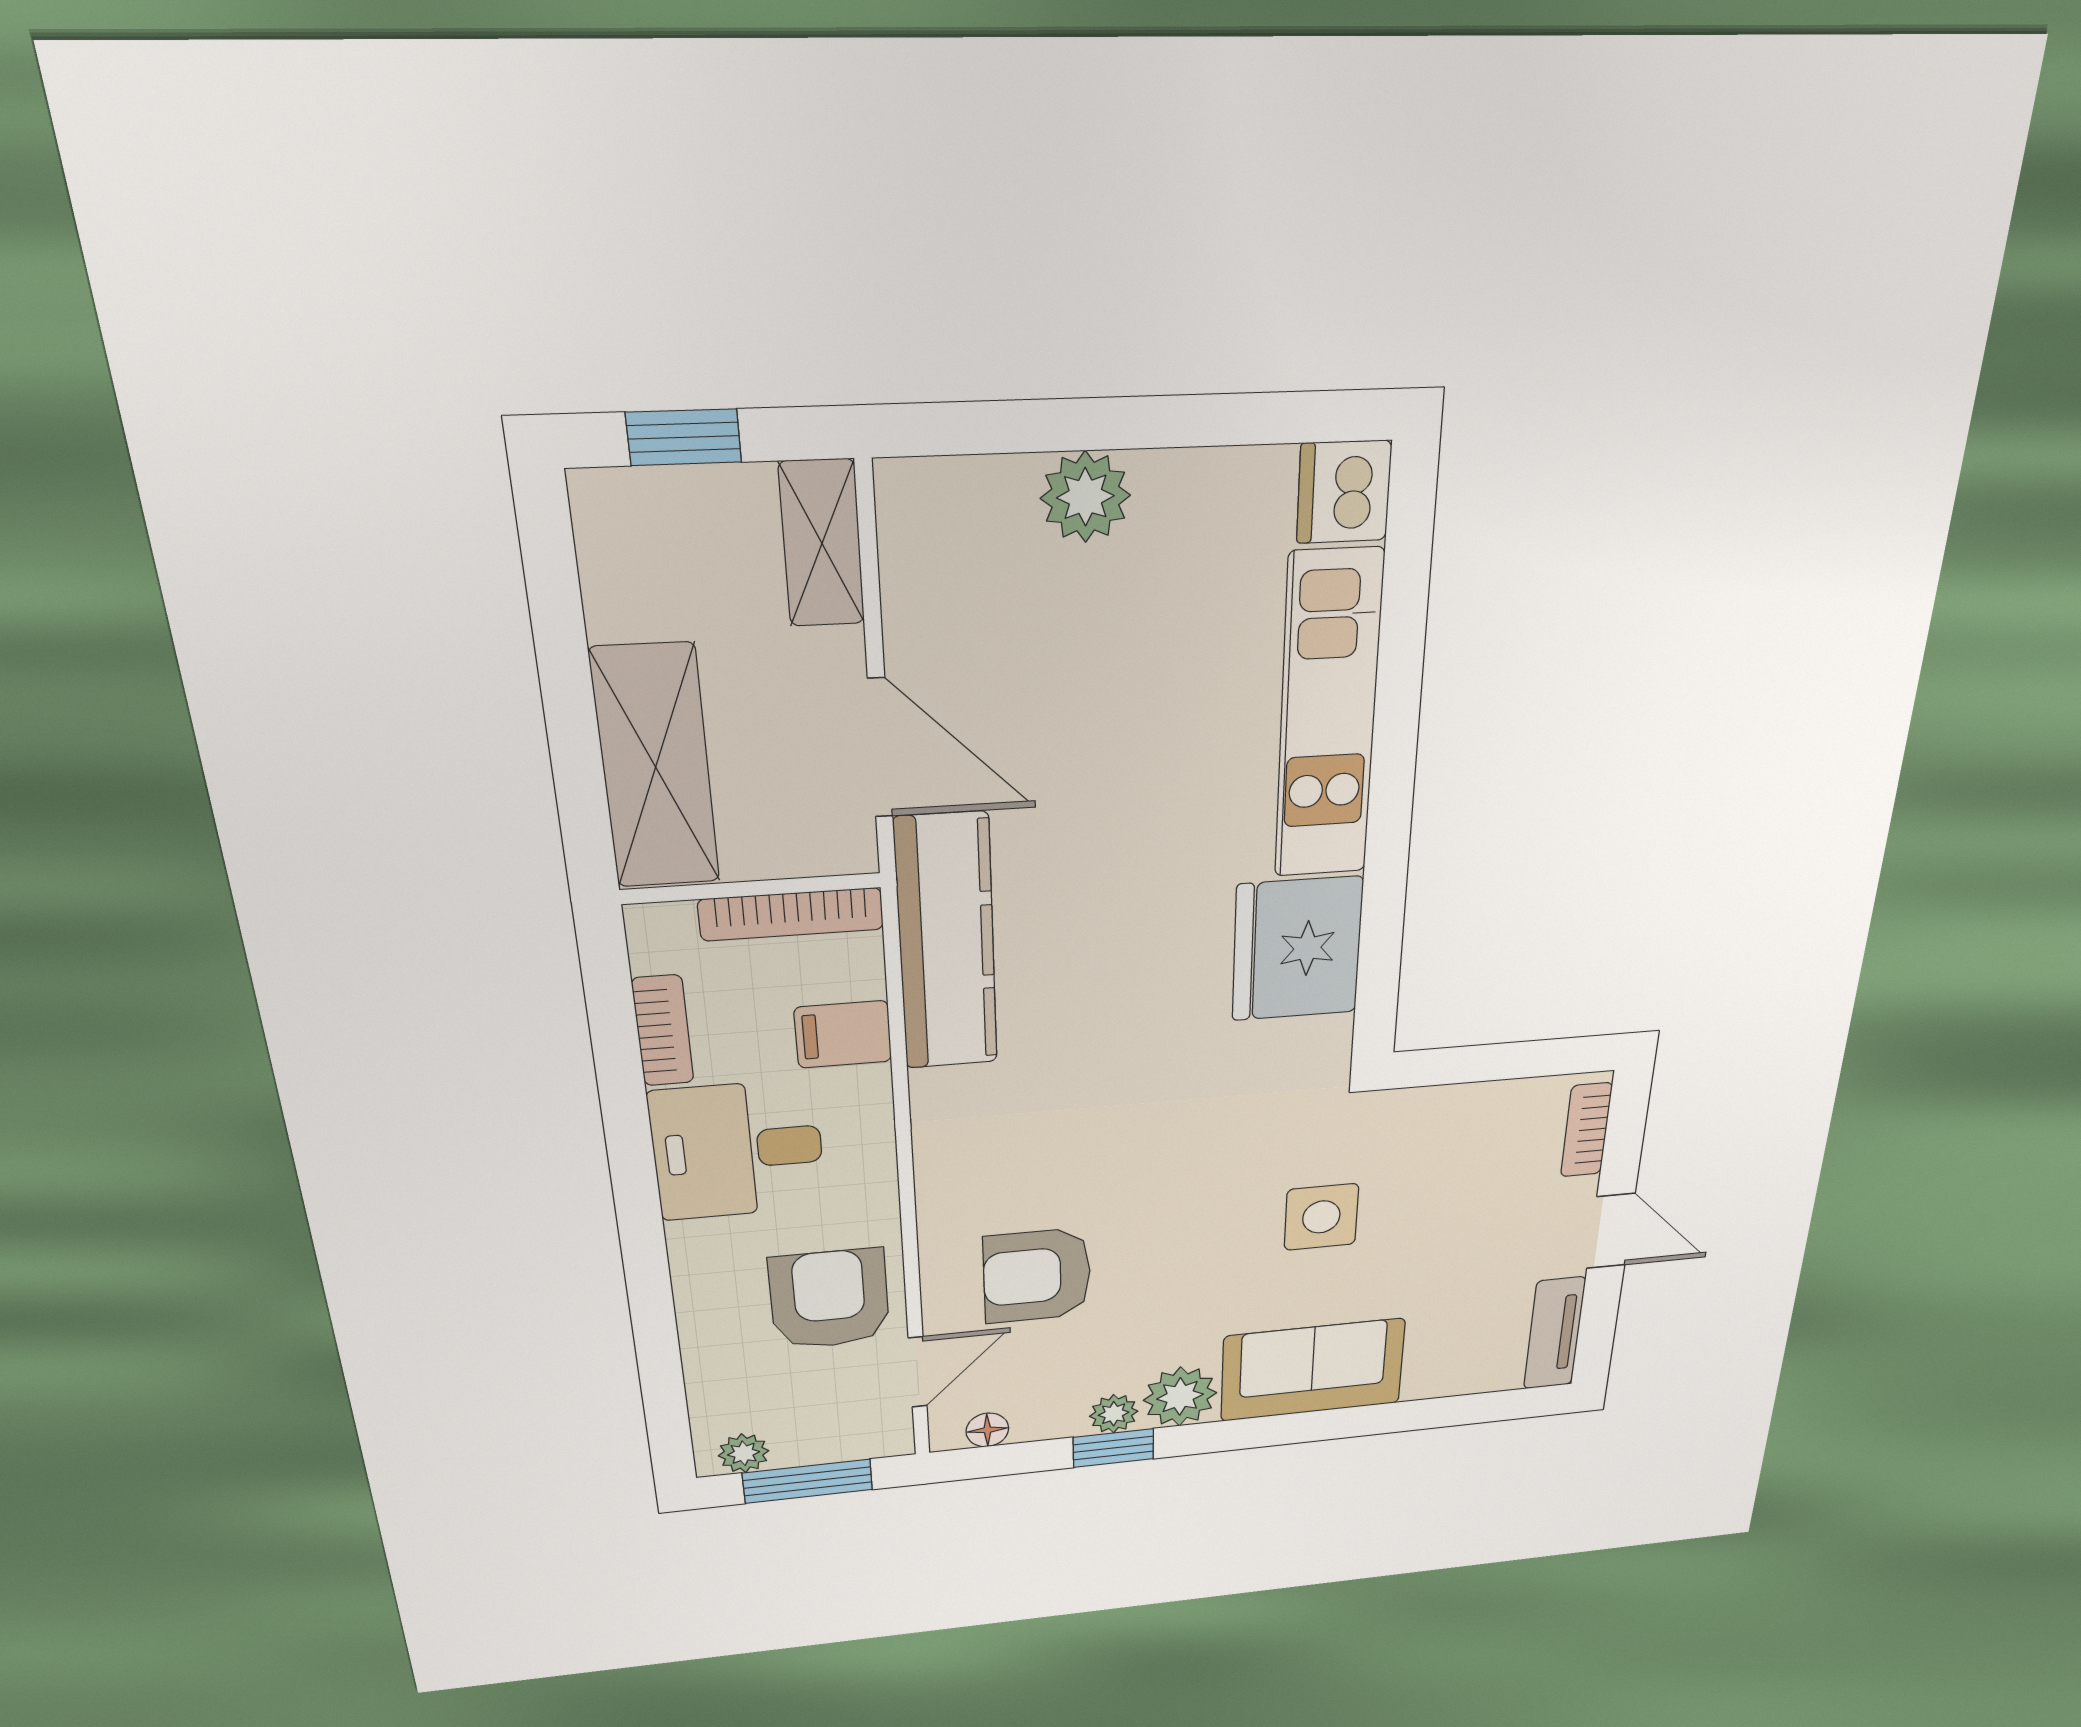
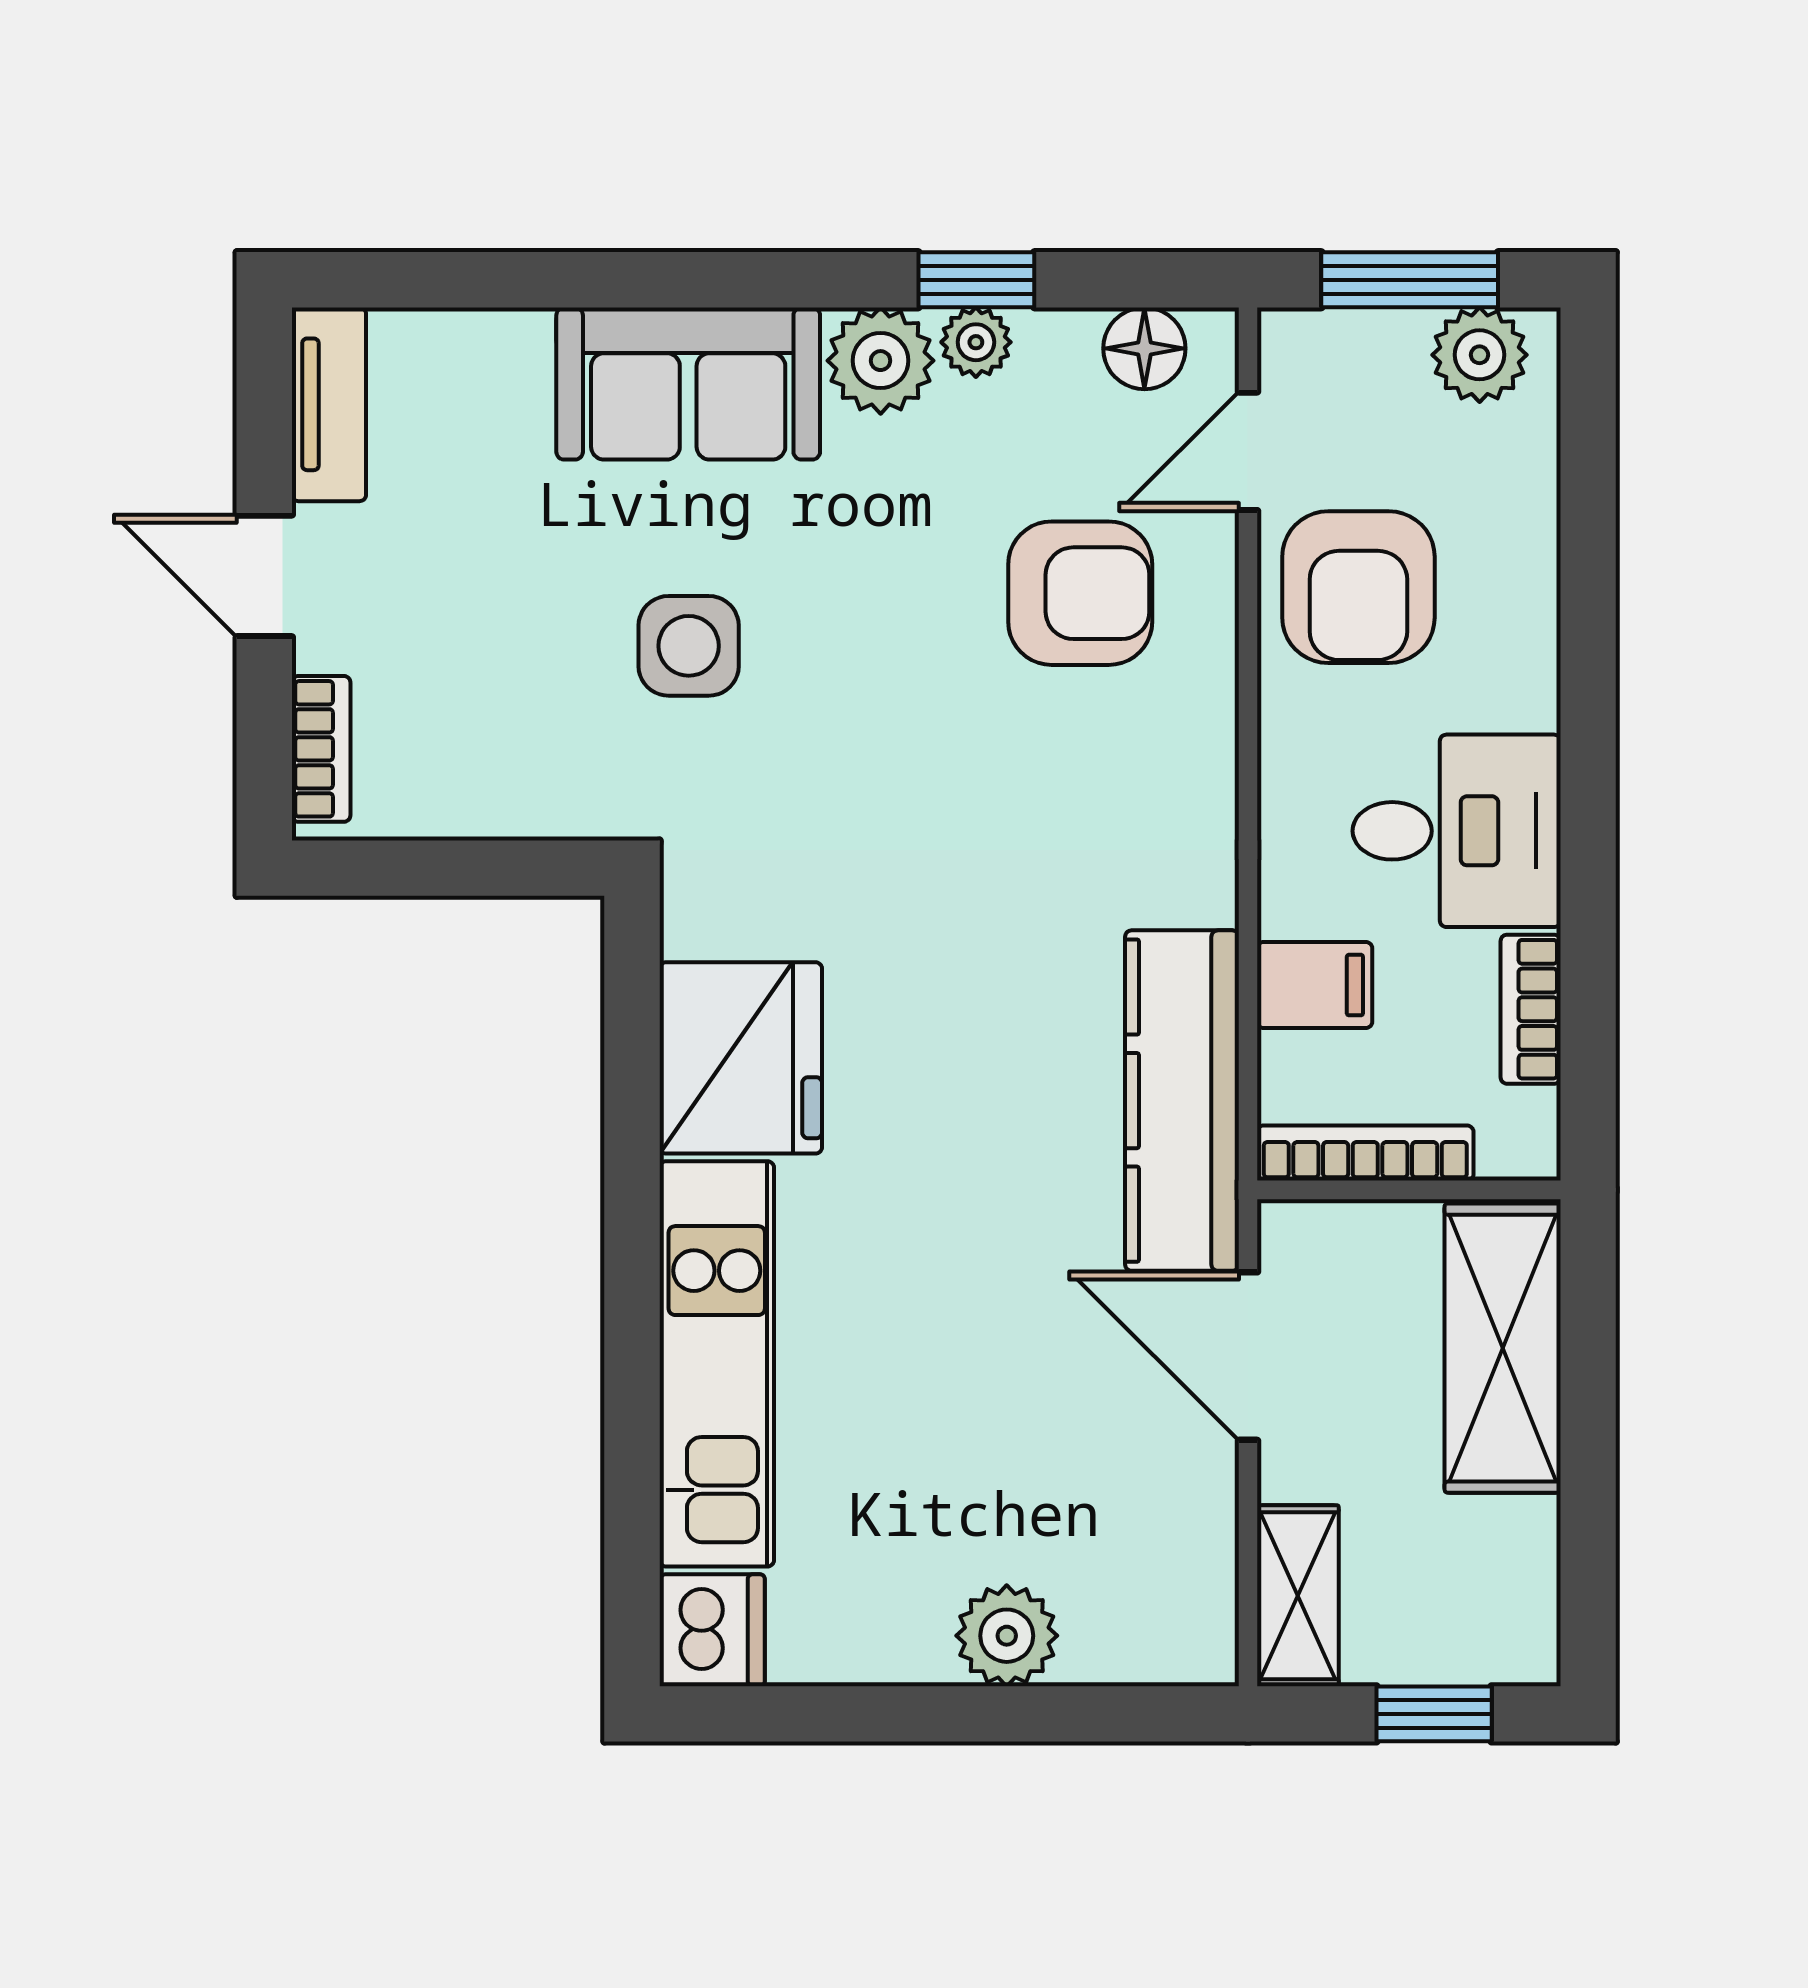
floor lamp: (987, 1430) -> (1144, 348), width x1.37, depth x1.37
plant: (744, 1453) -> (1480, 355), width x1.38, depth x1.38

